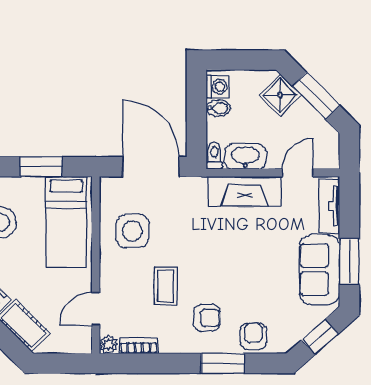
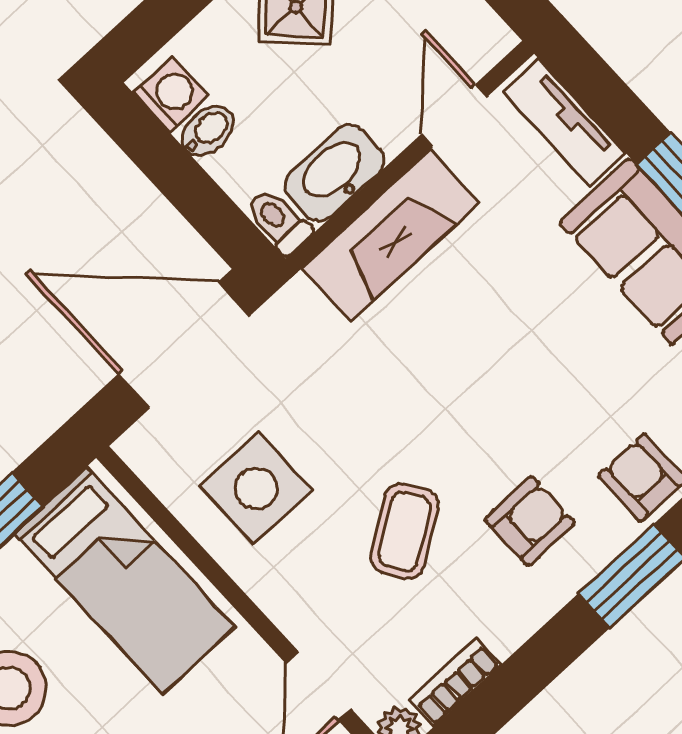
coffee table: (166, 286) -> (405, 531), turned 56

